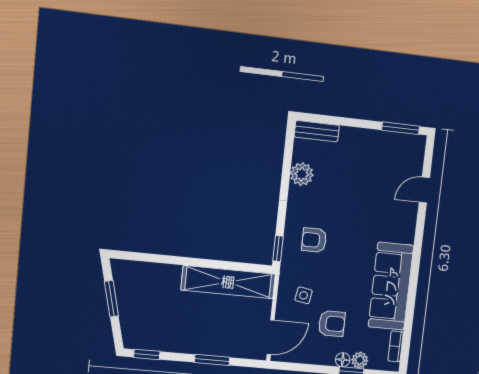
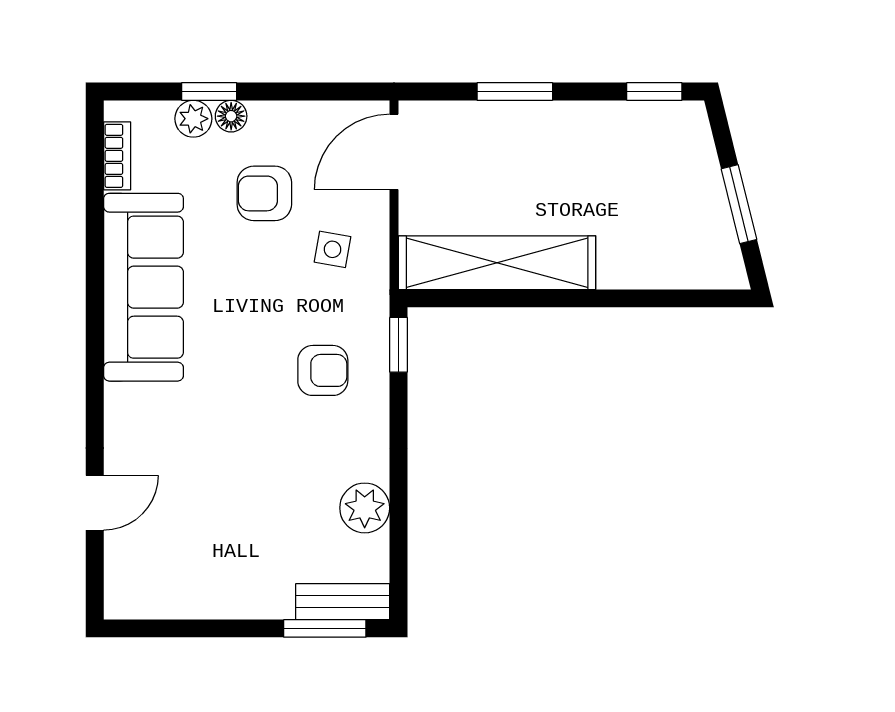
window: (401, 128) -> (325, 628), moved

